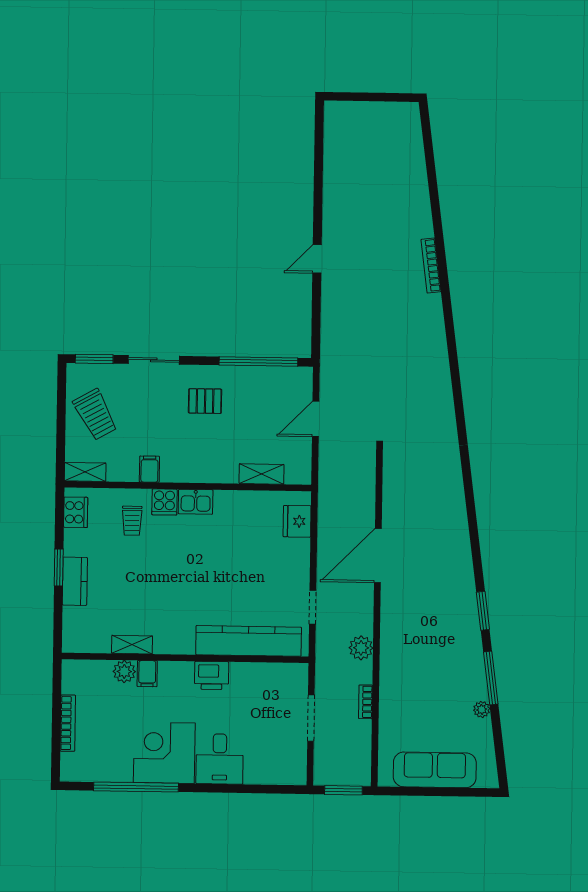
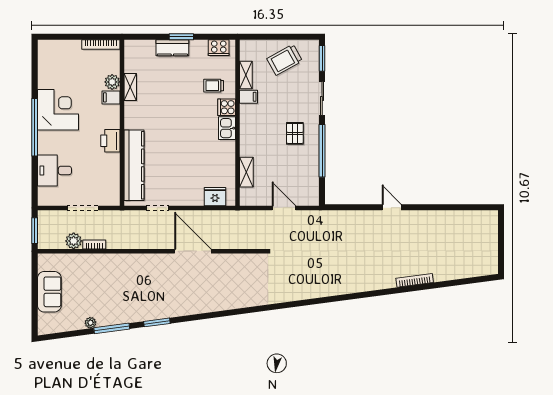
bookcase: (431, 266) -> (415, 280), moved
window: (258, 362) -> (322, 151), moved
shelving: (85, 472) -> (246, 75), moved
plant: (361, 648) -> (74, 241), moved
bookcase: (68, 723) -> (101, 45), moved
desk: (220, 759) -> (54, 170), moved
sofa: (435, 770) -> (49, 292), width x0.73
window: (136, 787) -> (35, 127), moved

